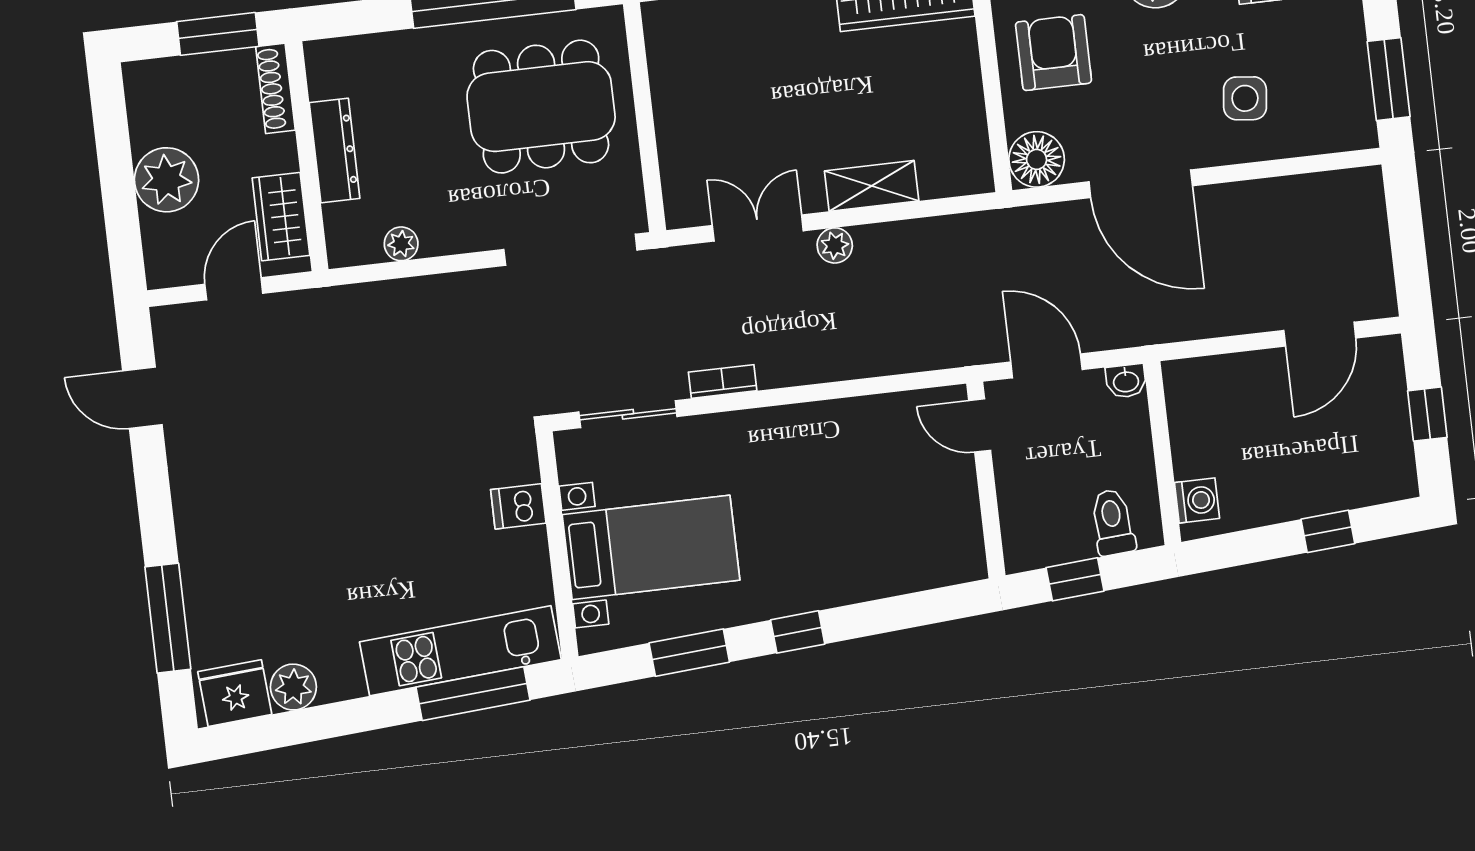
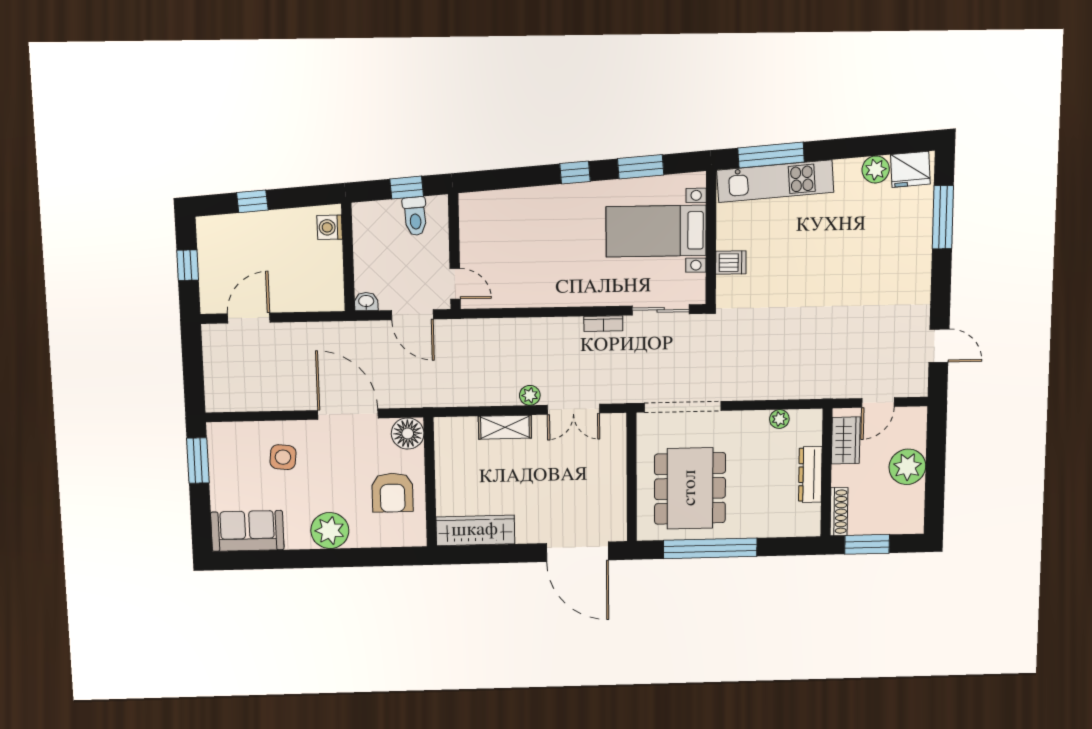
dining table: (541, 107) -> (690, 488), turned 90
toilet: (1113, 522) -> (415, 216), moved

